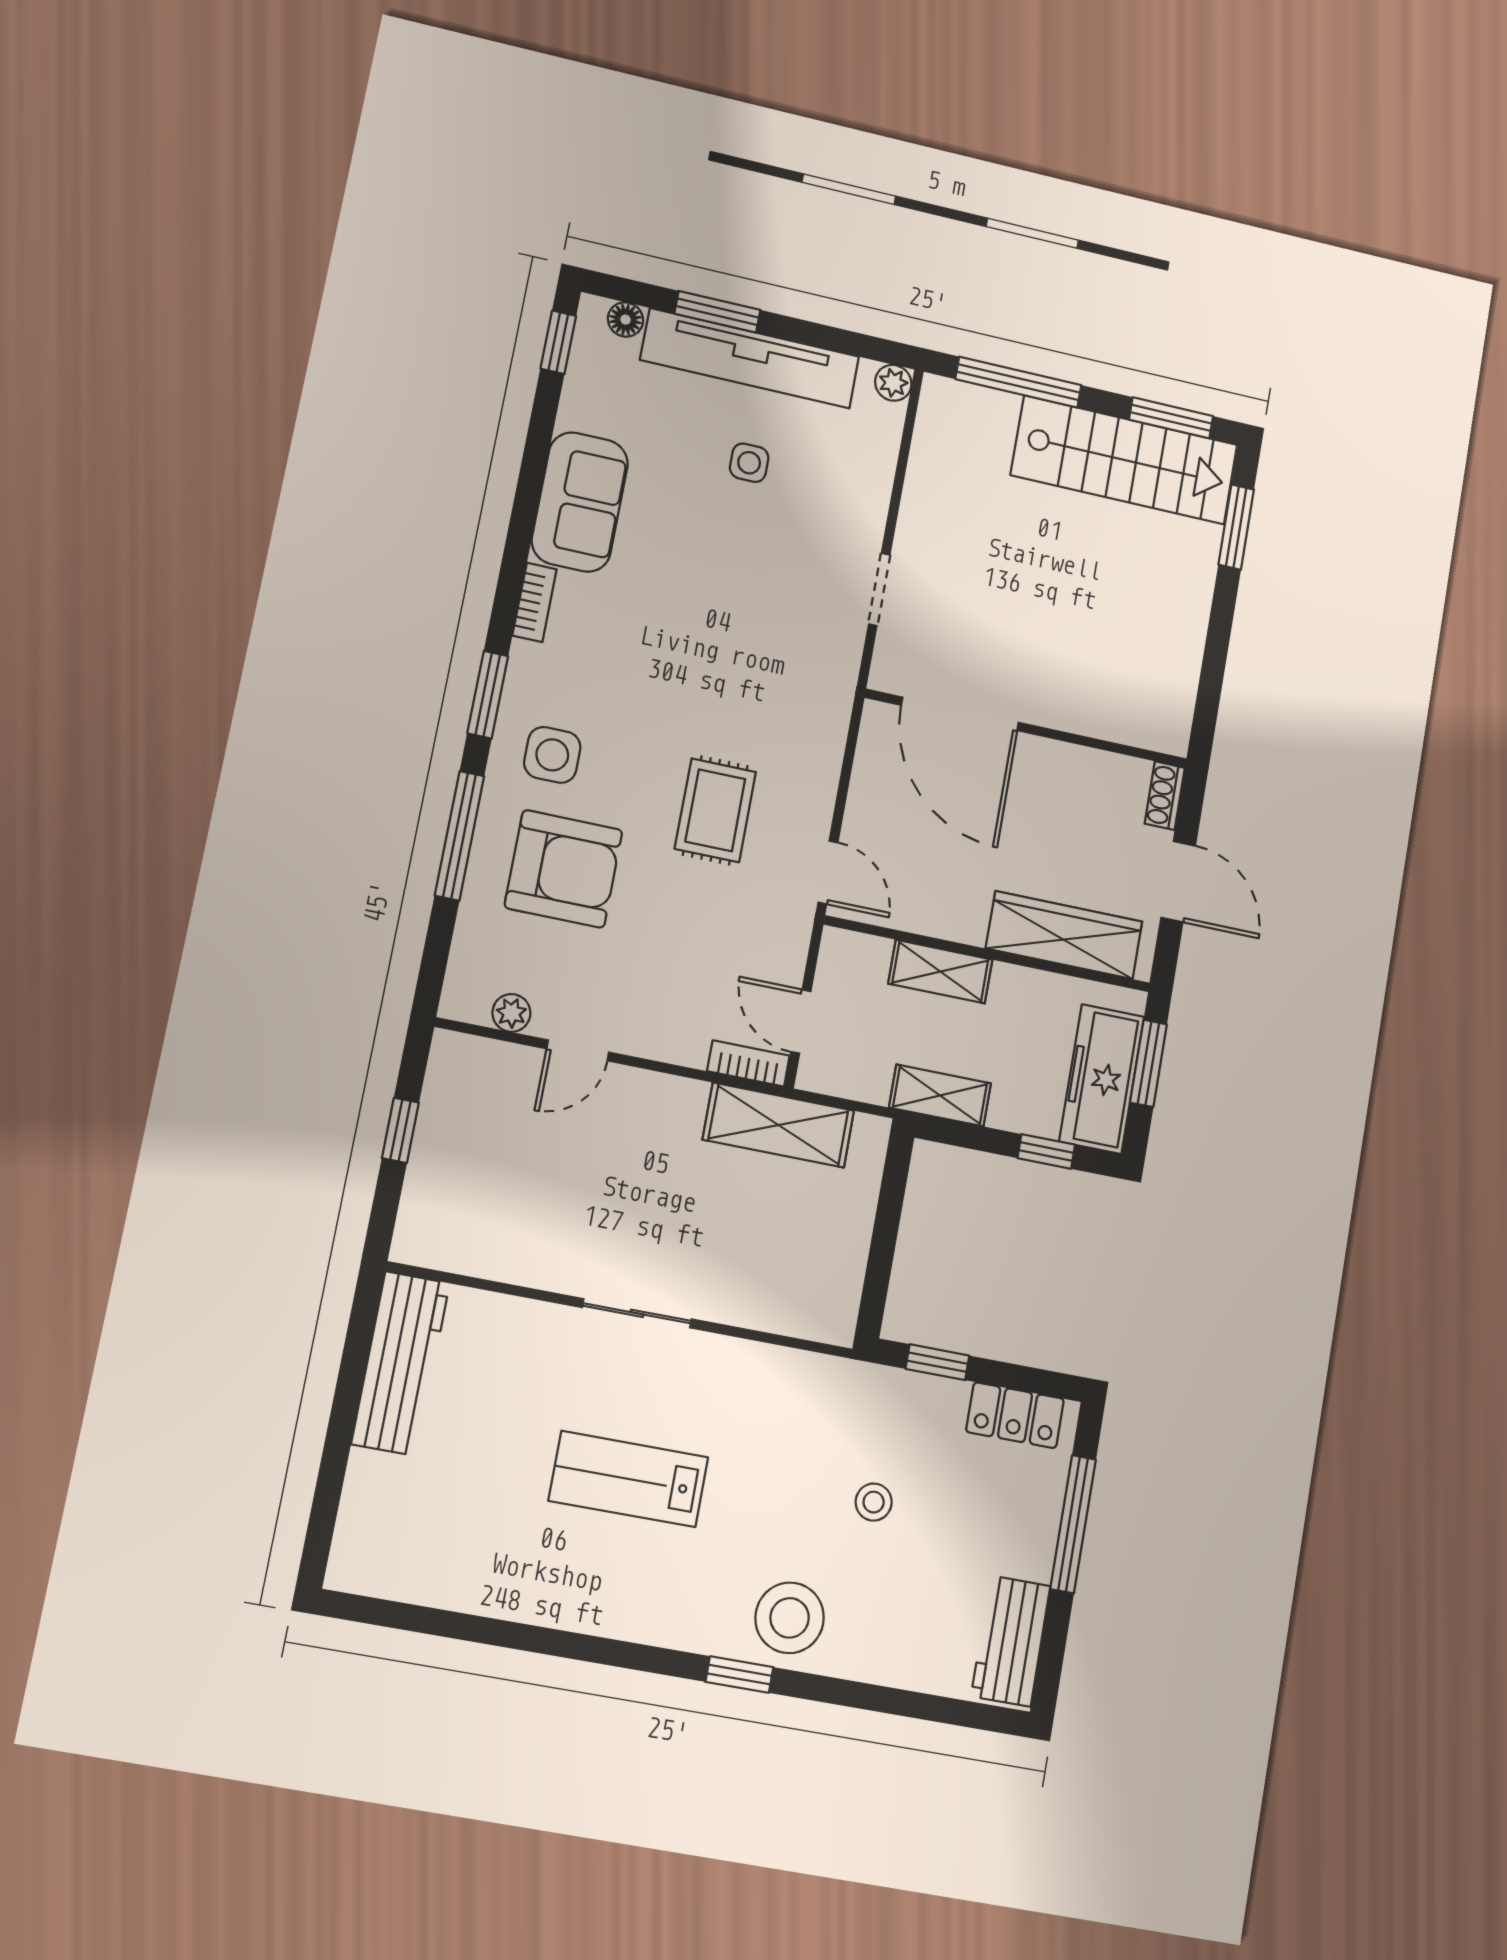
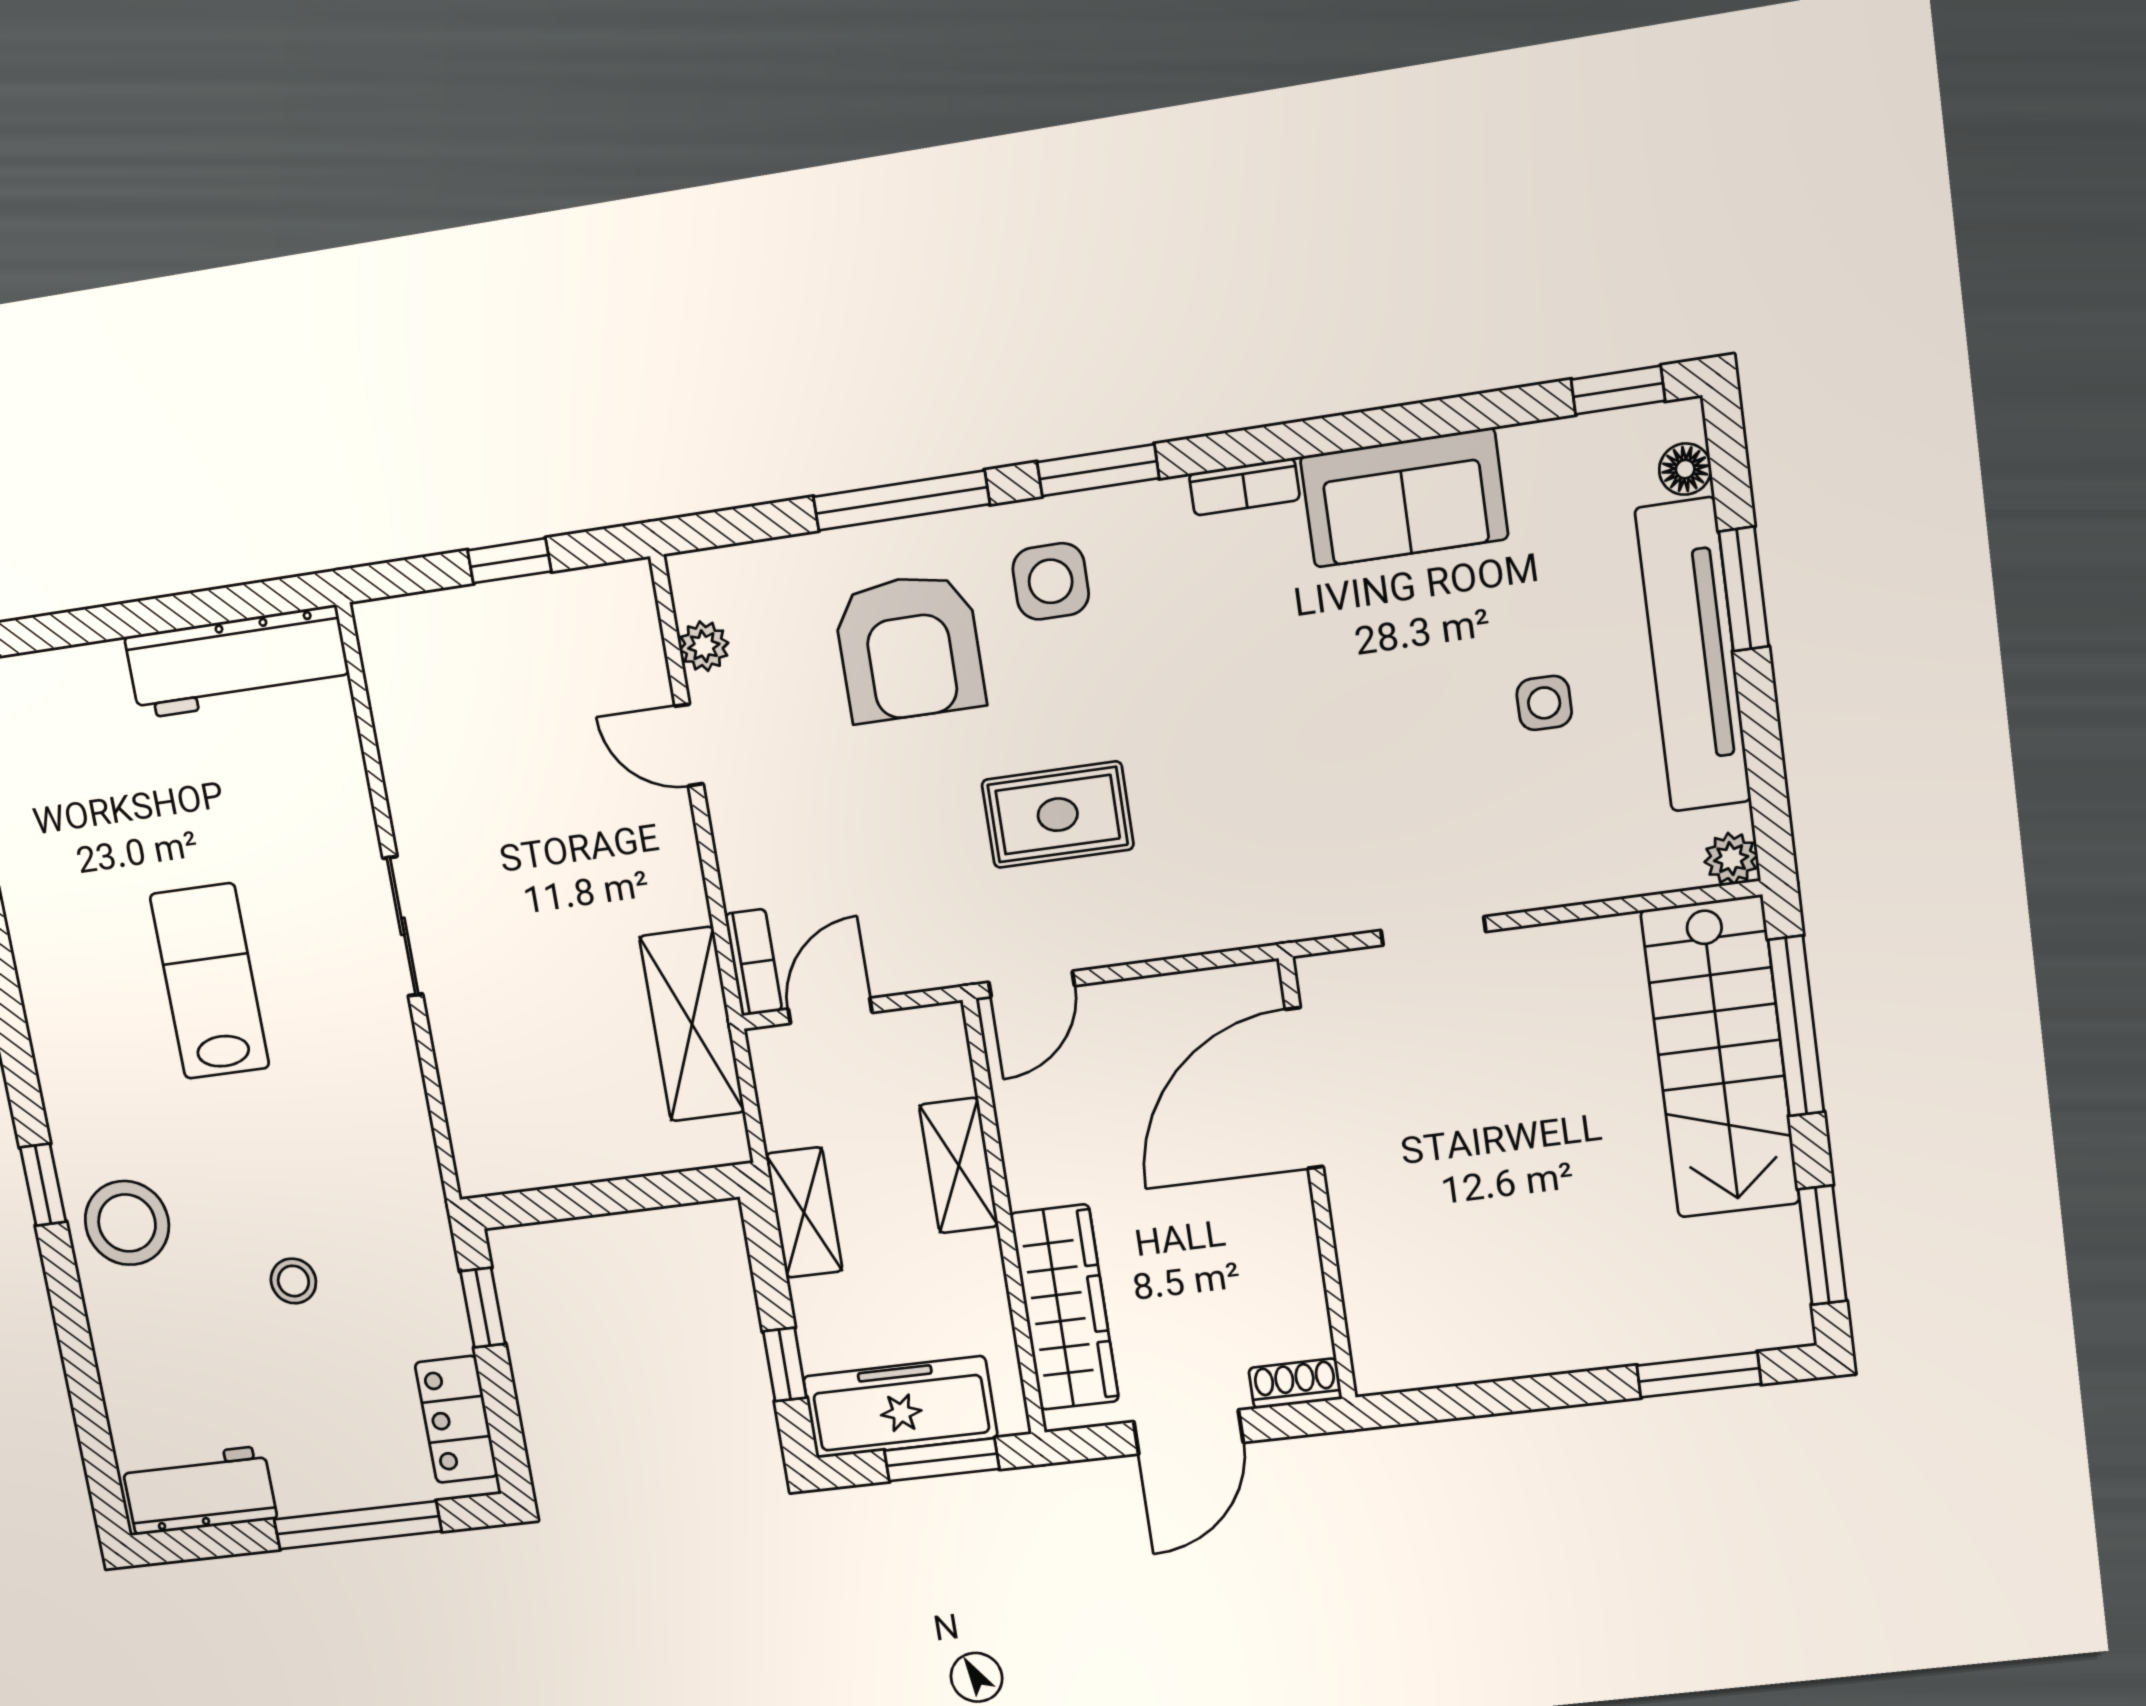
stairs: (1124, 460) -> (1720, 1057), moved

